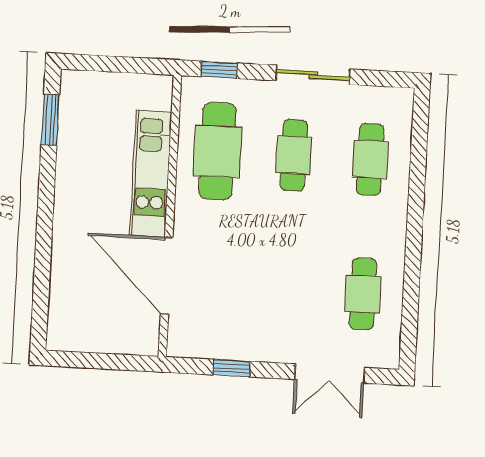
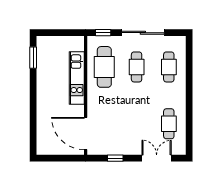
sliding door: (313, 75) -> (143, 33), width x1.37
door: (167, 276) -> (86, 133), moved
double door: (330, 373) -> (157, 158), swing flipped

